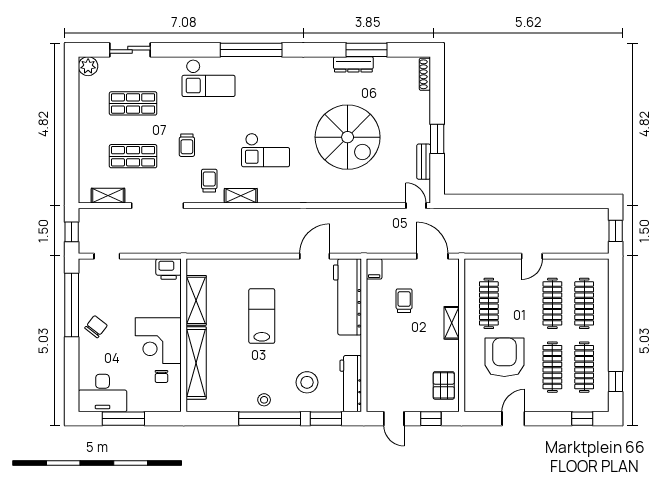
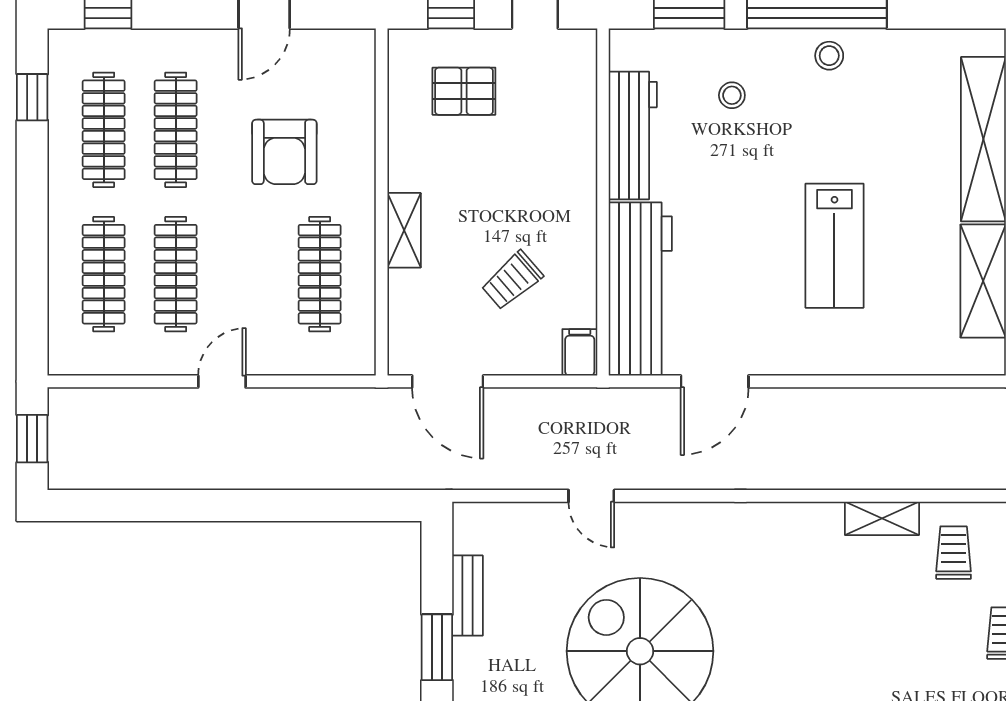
checkout: (266, 150) -> (826, 622), removed
trolley: (209, 181) -> (954, 553), turned 180
door: (416, 206) -> (591, 496), moved
trolley: (404, 301) -> (512, 280), turned 49
armchair: (504, 357) -> (284, 152), width x0.73, depth x0.73
stool: (307, 382) -> (732, 95), width x0.53, depth x0.53
workbench: (351, 384) -> (633, 135), moved
pallet: (444, 385) -> (464, 91), moved, turned 90

